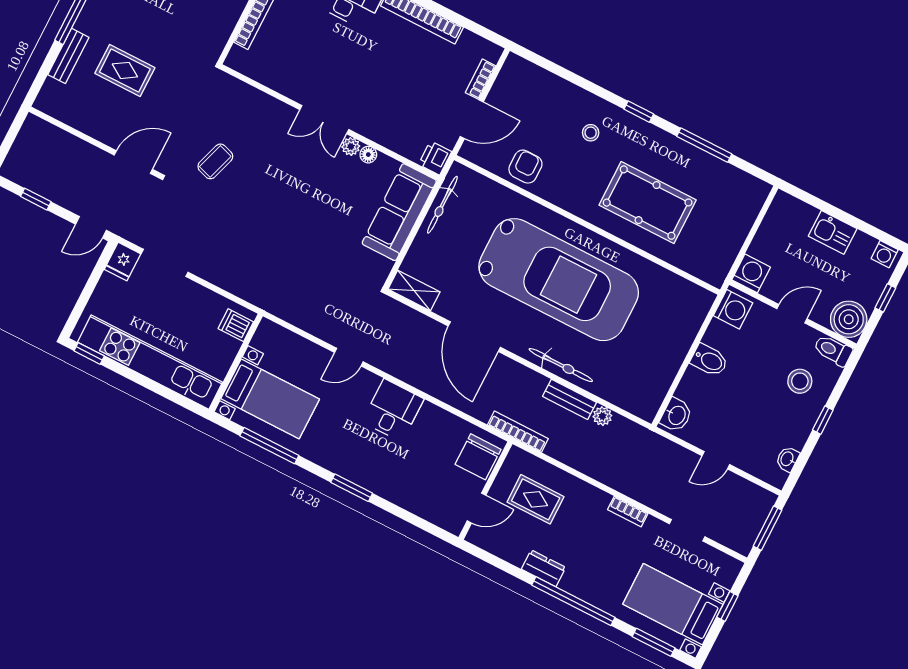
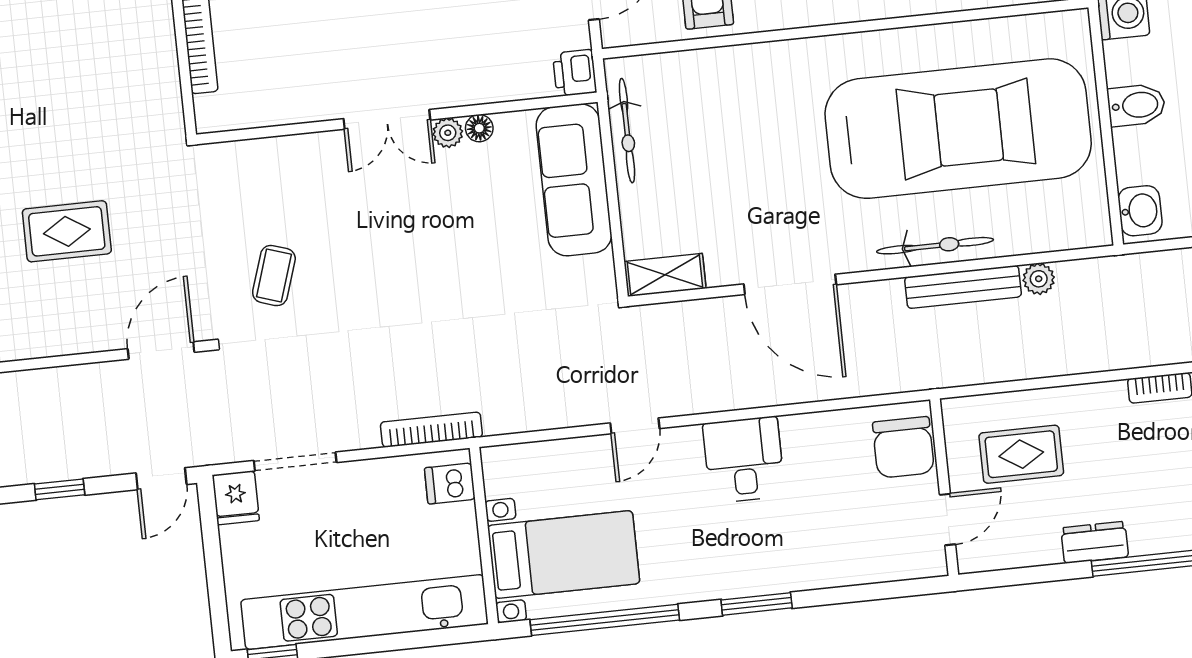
car: (559, 280) -> (958, 129), moved
bench: (570, 399) -> (963, 287), width x1.36
bookcase: (518, 432) -> (431, 430), moved
window: (269, 446) -> (605, 620), width x1.46

